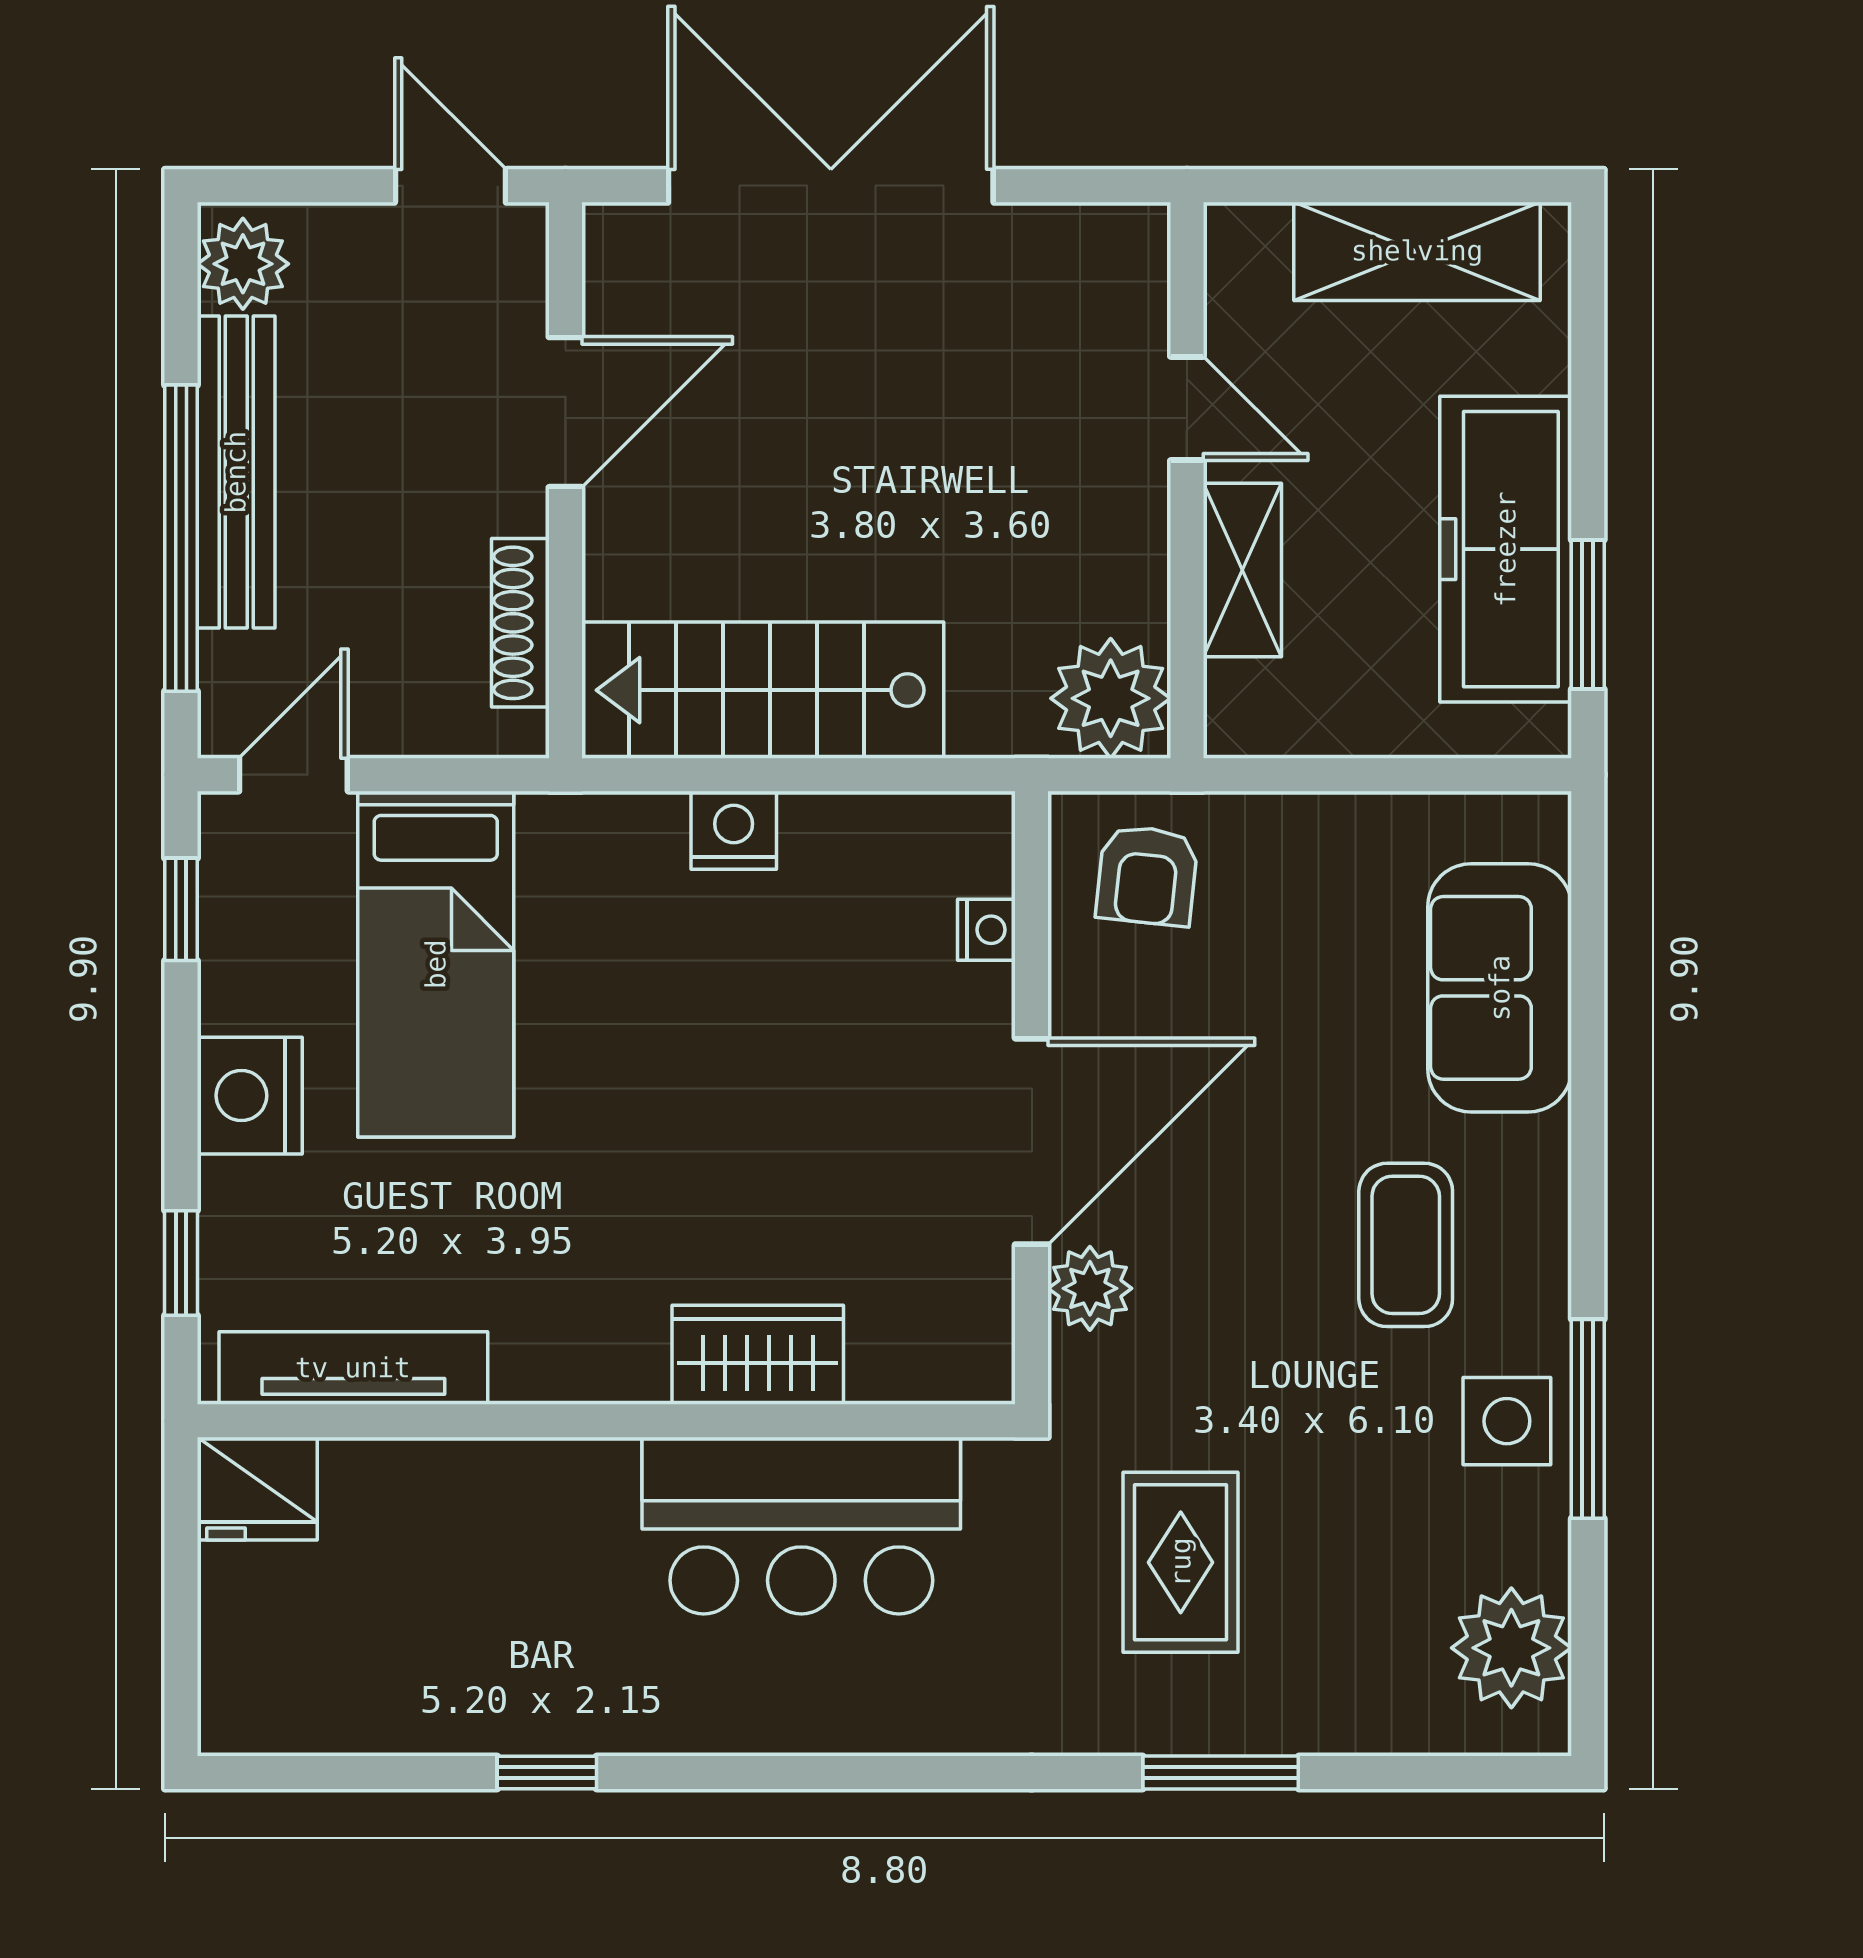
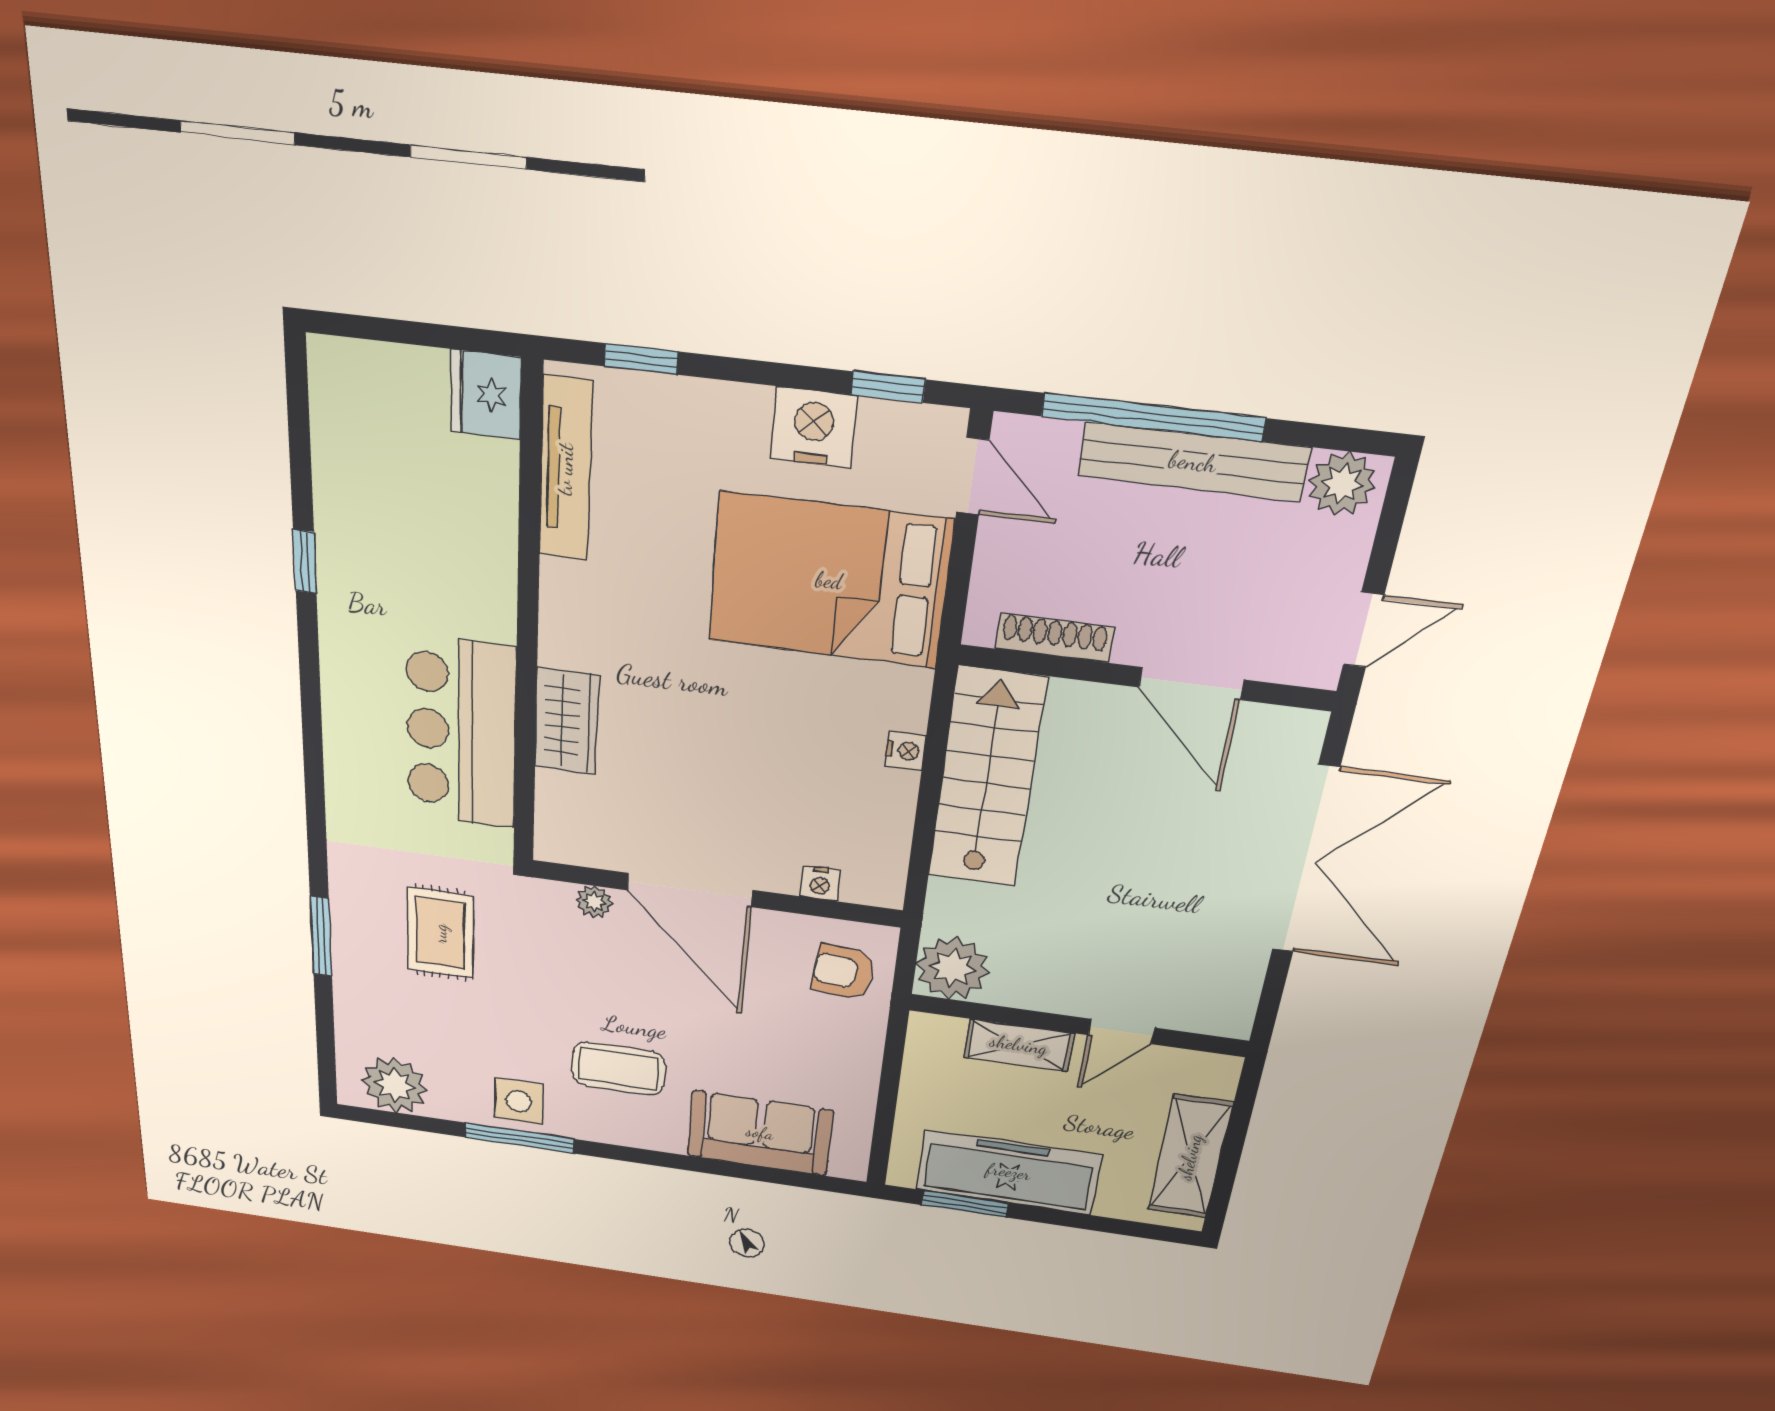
nightstand: (734, 830) -> (905, 751), width x0.72, depth x0.74
bed: (436, 964) -> (829, 581), width x1.50
nightstand: (250, 1096) -> (814, 427), moved
plant: (1090, 1288) -> (594, 902), width x0.73, depth x0.73
rug: (1181, 1562) -> (440, 933), turned 90

